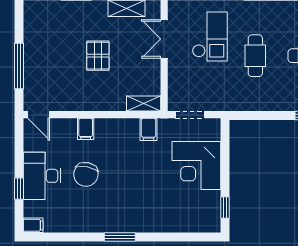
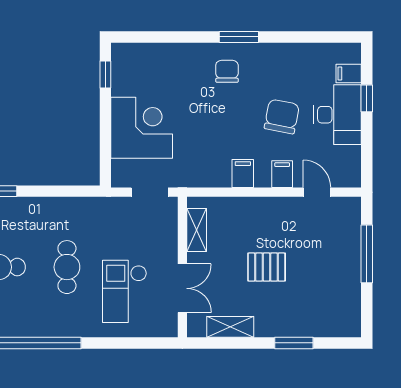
pallet: (98, 56) -> (267, 267), turned 90
shelving: (144, 103) -> (197, 230), moved, turned 90
door: (39, 115) -> (317, 192), moved
filing cabinet: (148, 129) -> (243, 174), moved
chair: (129, 210) -> (227, 71), added
filing cabinet: (33, 225) -> (349, 73), moved

